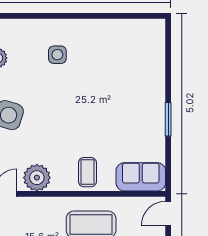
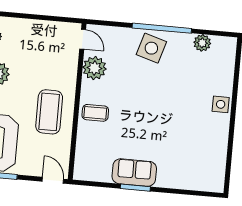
side table: (57, 55) -> (221, 104), moved
sofa: (141, 177) -> (134, 173), moved, turned -90

